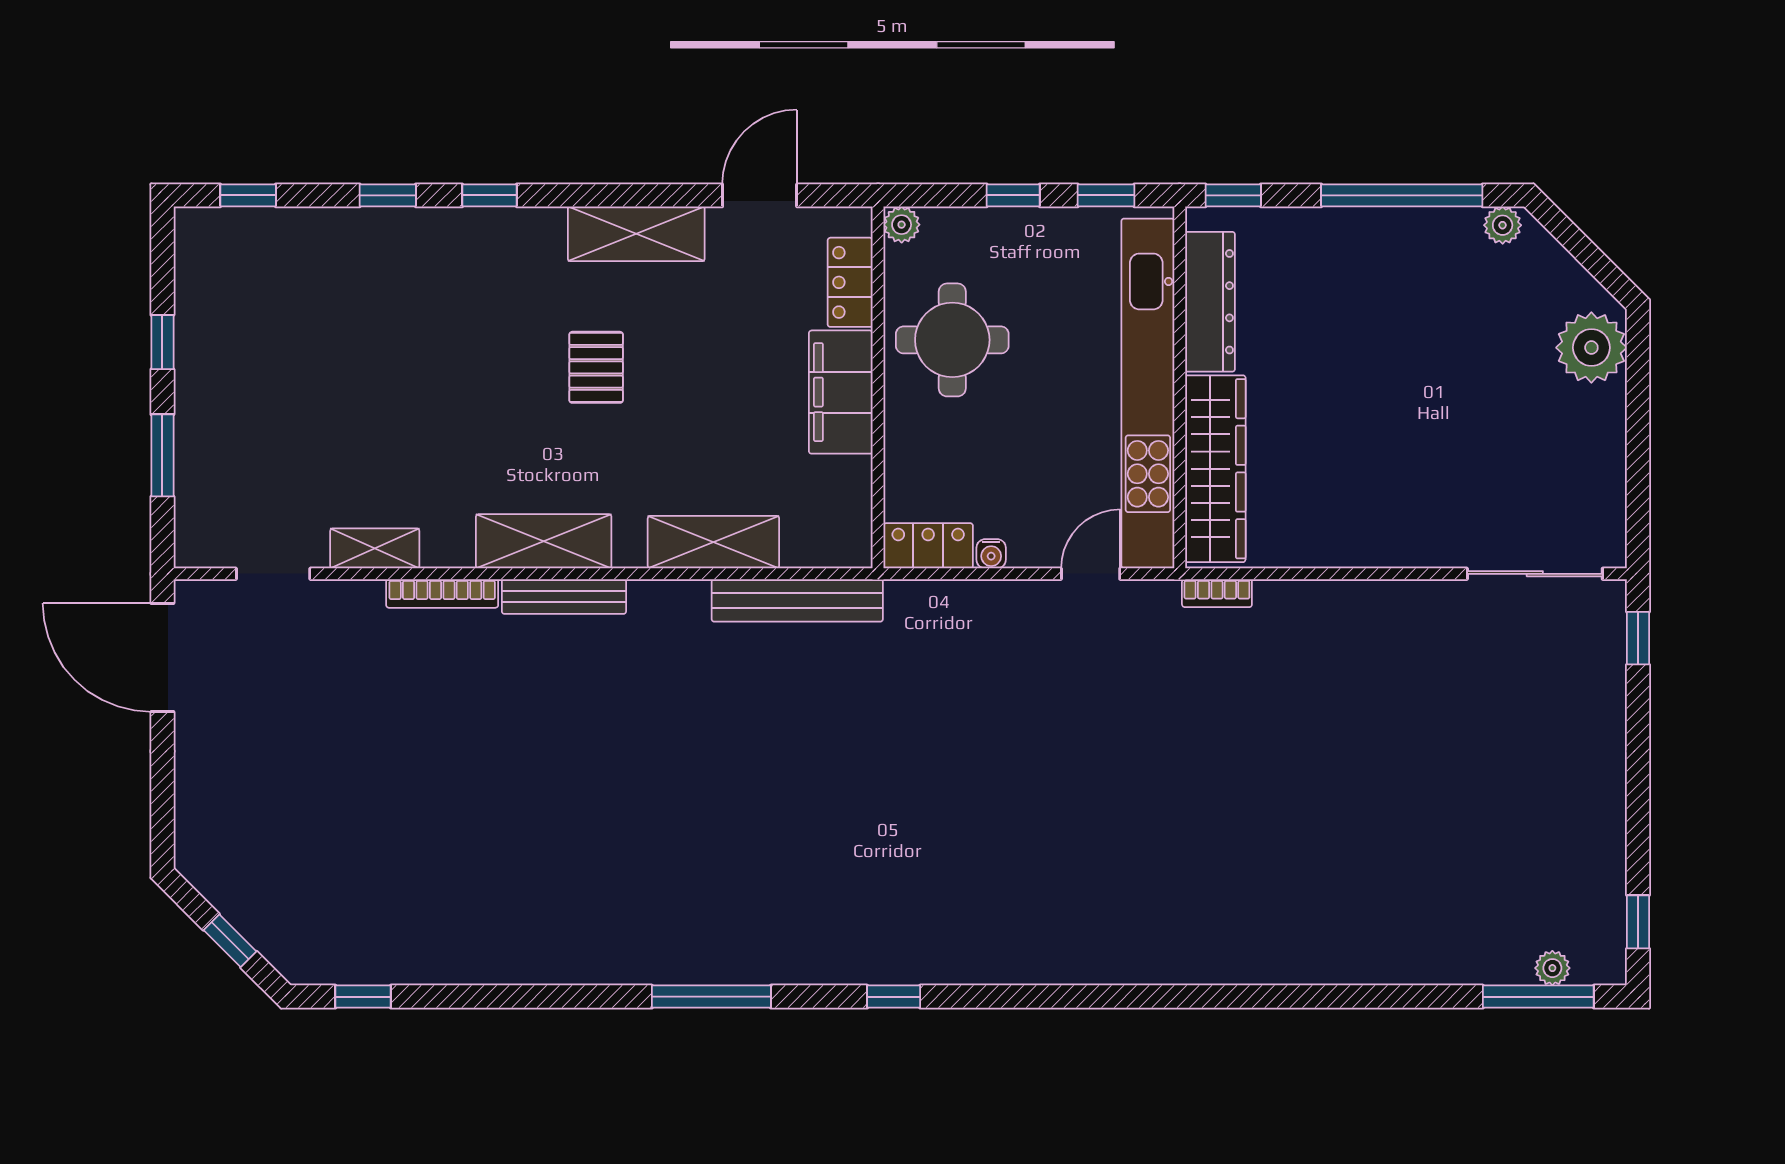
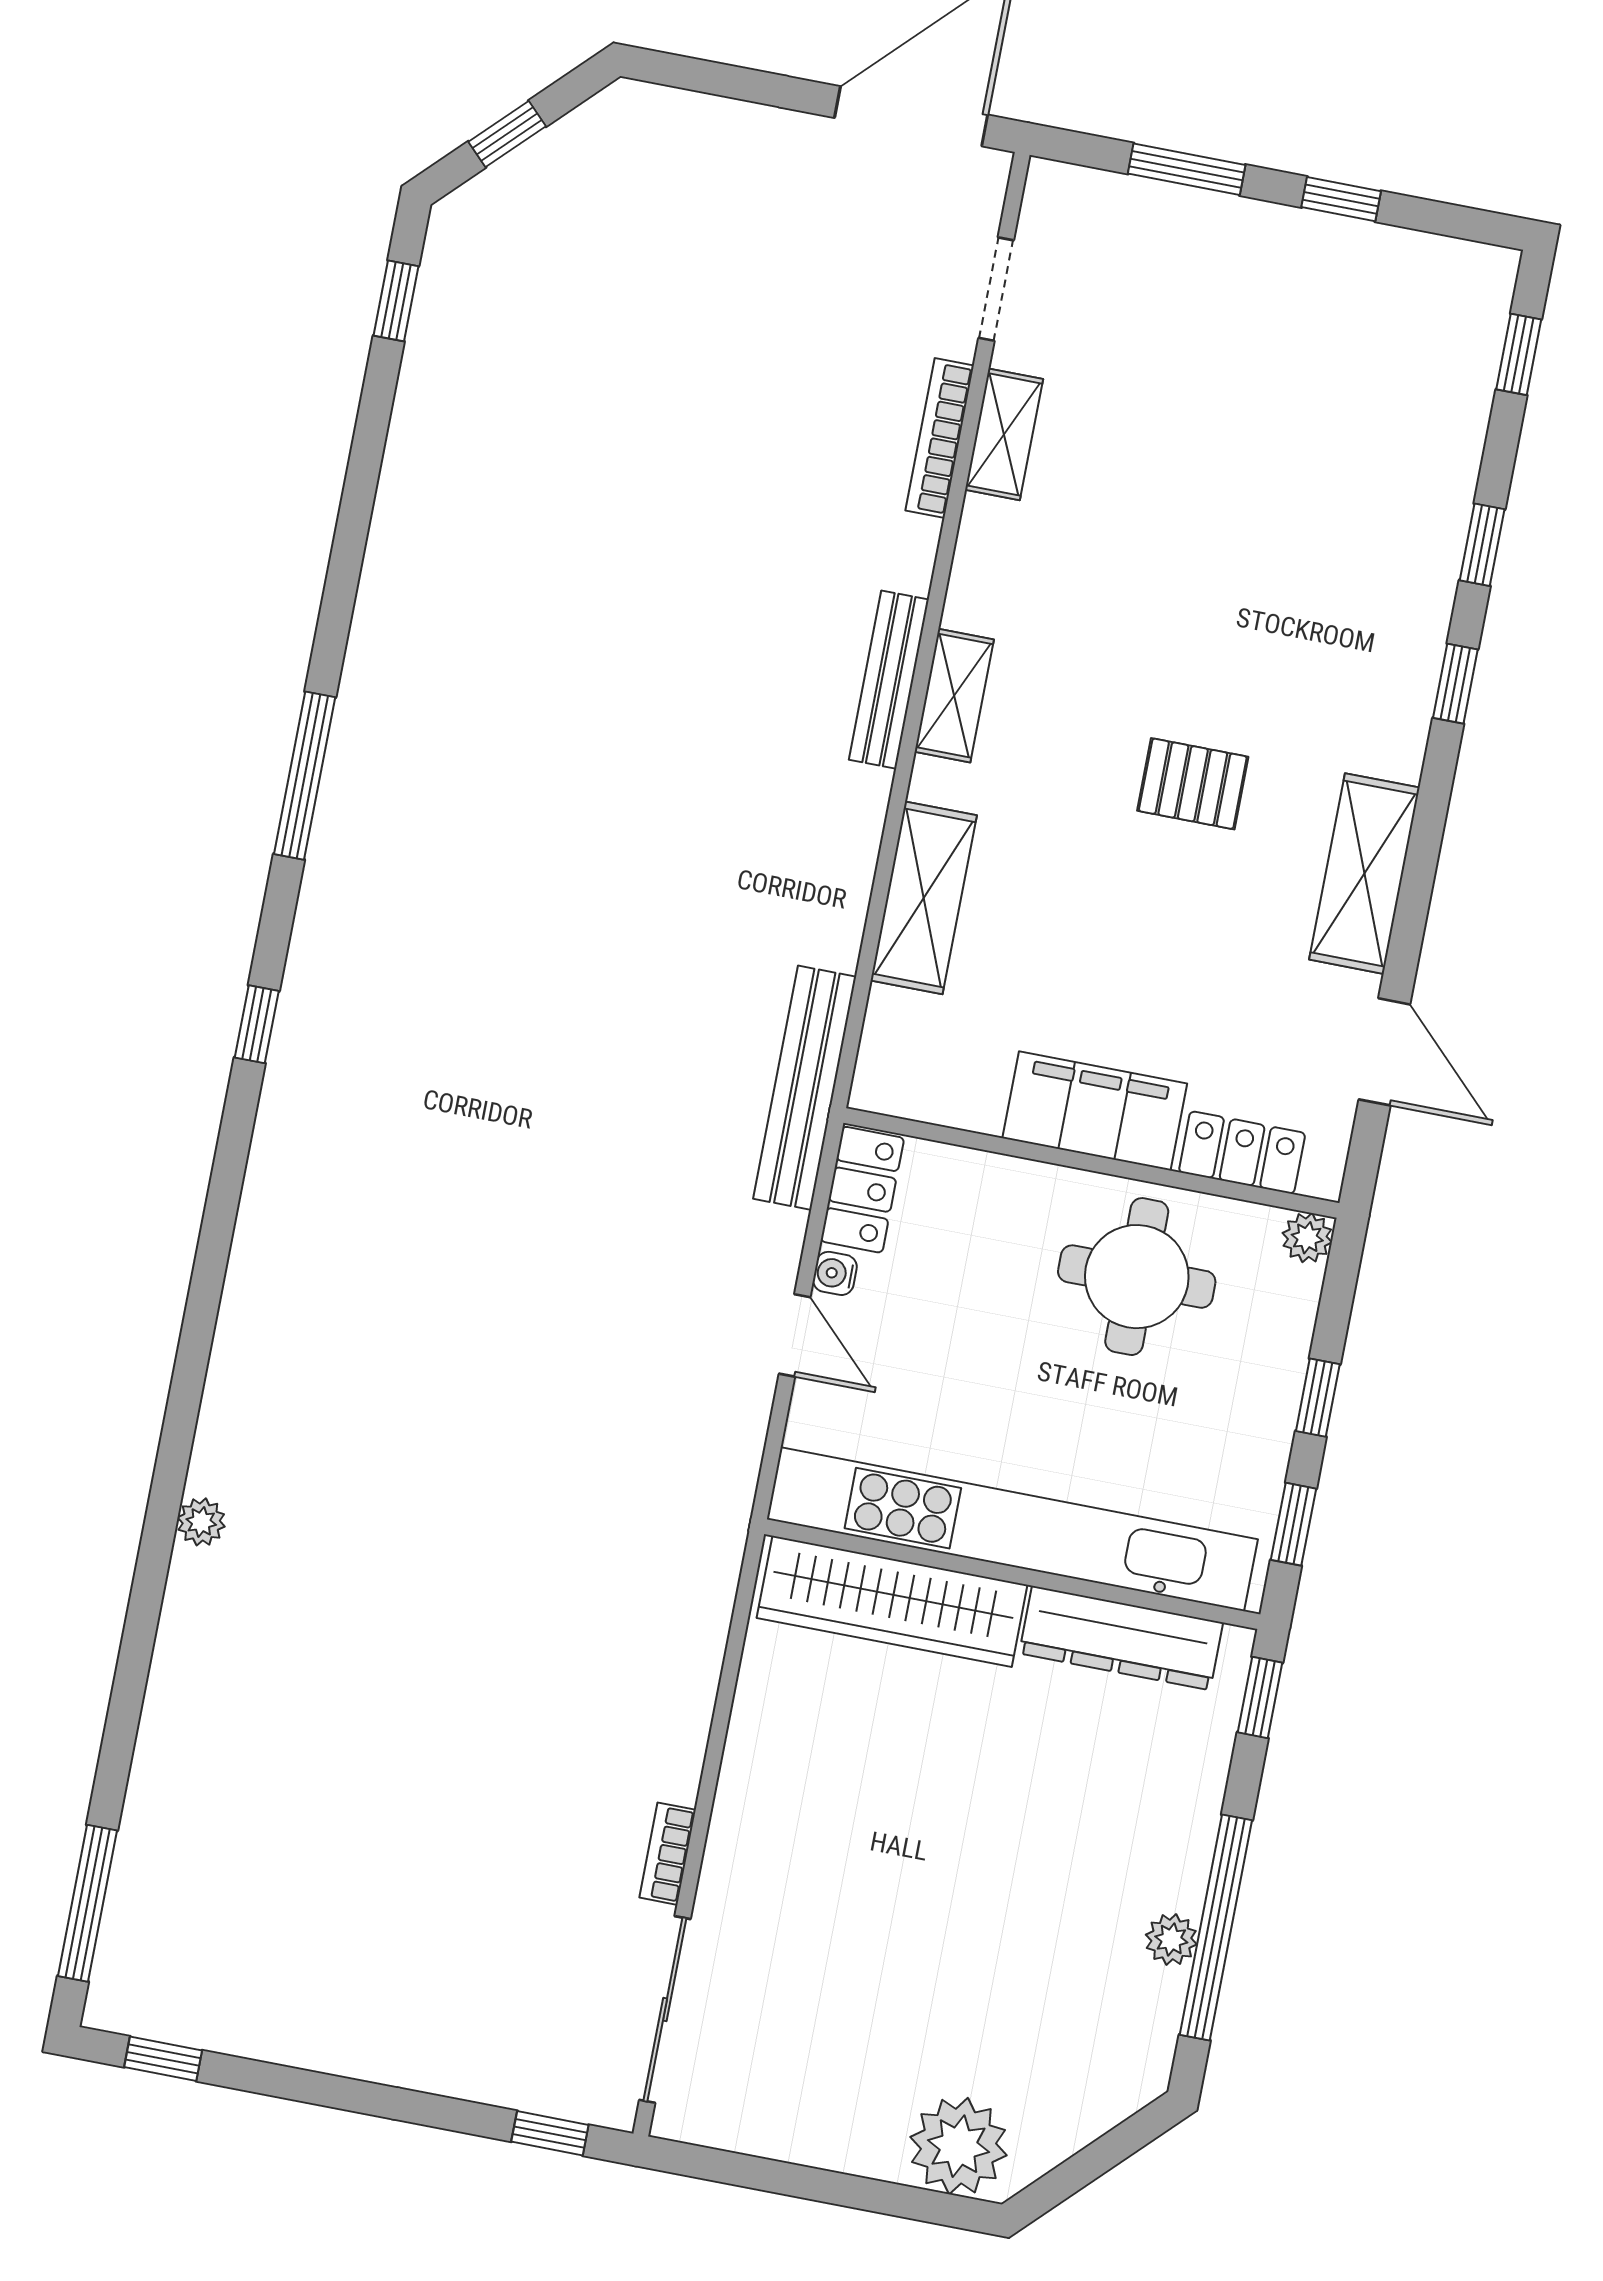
plant: (1503, 225) -> (1171, 1940), moved
shelving: (544, 541) -> (954, 696), width x0.67, depth x0.75
door: (1091, 574) -> (795, 1335), moved
bookcase: (442, 593) -> (940, 438), moved
bookcase: (1217, 593) -> (668, 1854), moved
bench: (797, 600) -> (805, 1088), moved
plant: (1552, 968) -> (201, 1522), moved

